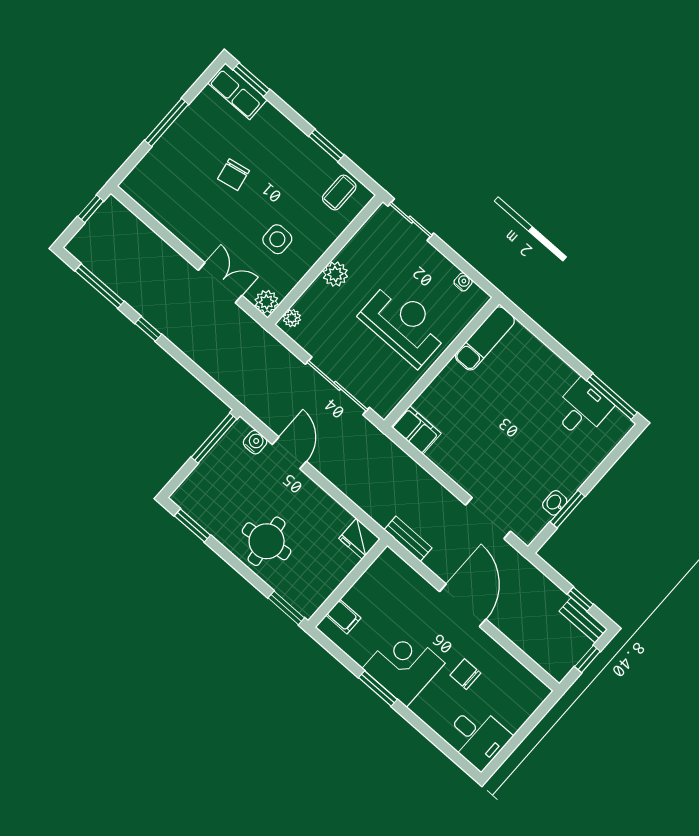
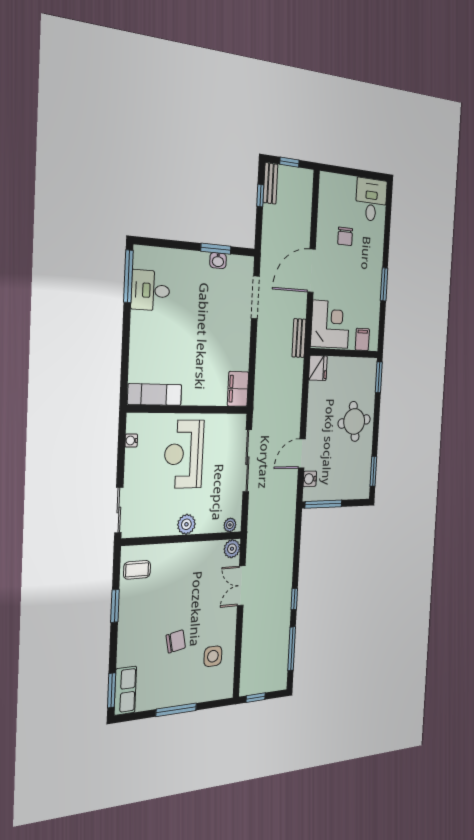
side table: (277, 239) -> (213, 656), moved
corner desk: (404, 666) -> (330, 324), moved, turned 180

